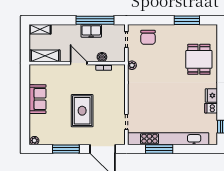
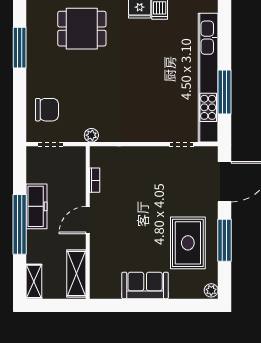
window: (95, 20) -> (20, 224), moved
freezer: (91, 31) -> (37, 206), width x1.40
boiler: (102, 57) -> (78, 183), removed
rug: (82, 111) -> (188, 243), moved, turned 90

